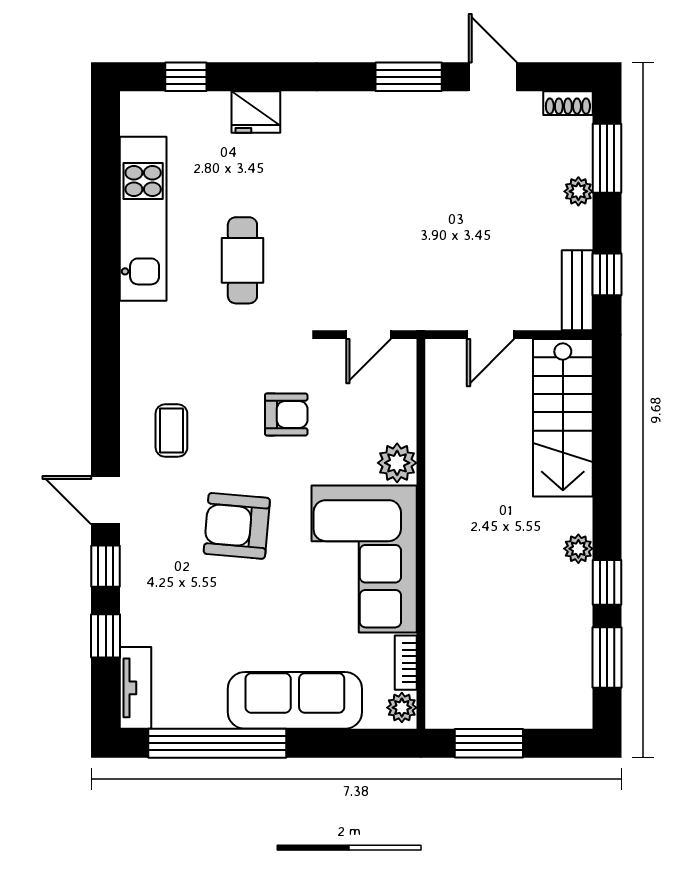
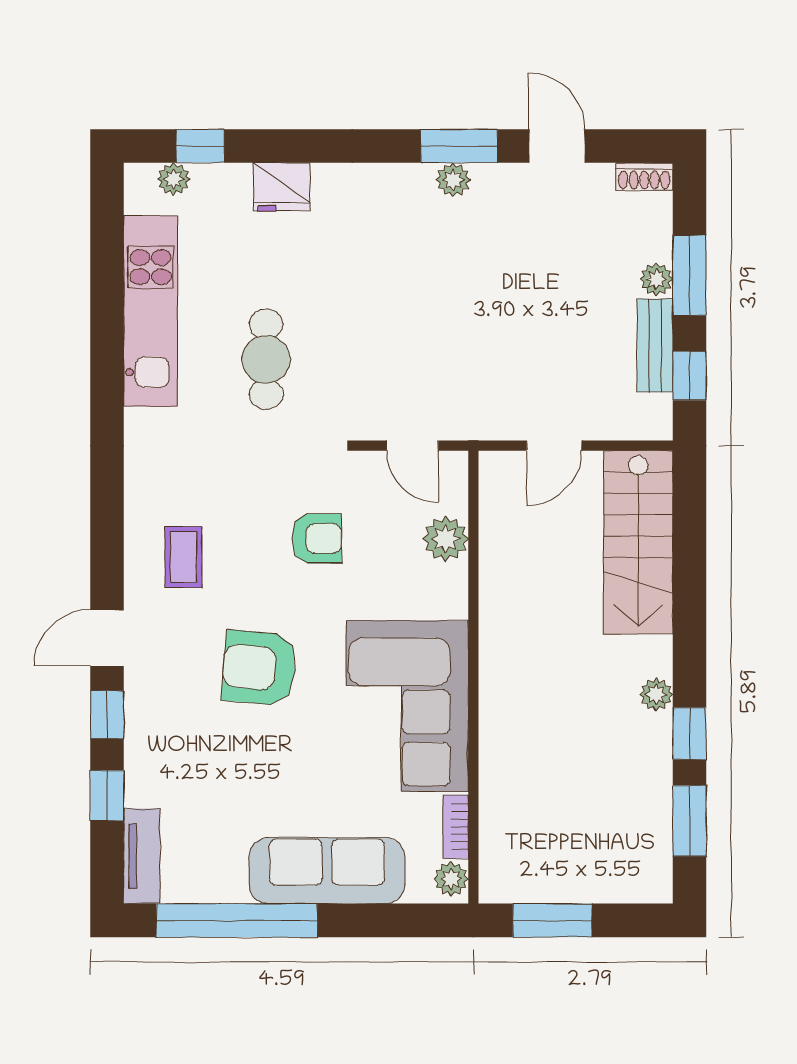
plant: (163, 105) -> (174, 179), added
plant: (404, 106) -> (453, 180), added
window: (607, 158) -> (689, 275), moved
bench: (577, 290) -> (655, 345), moved
door: (369, 335) -> (413, 446), hinge flipped
plant: (397, 463) -> (446, 539), moved
door: (106, 500) -> (107, 638), hinge flipped

